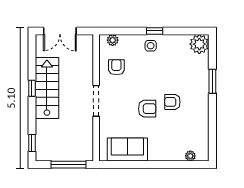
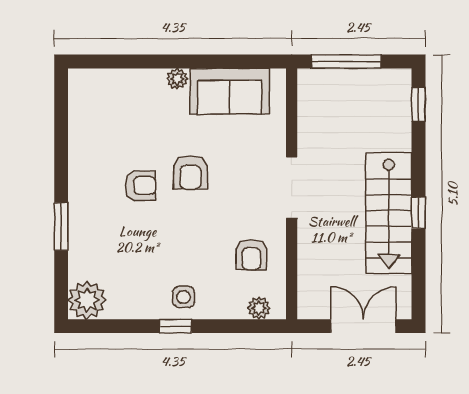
armchair: (147, 109) -> (190, 172), turned -90
plant: (190, 156) -> (177, 79), moved

